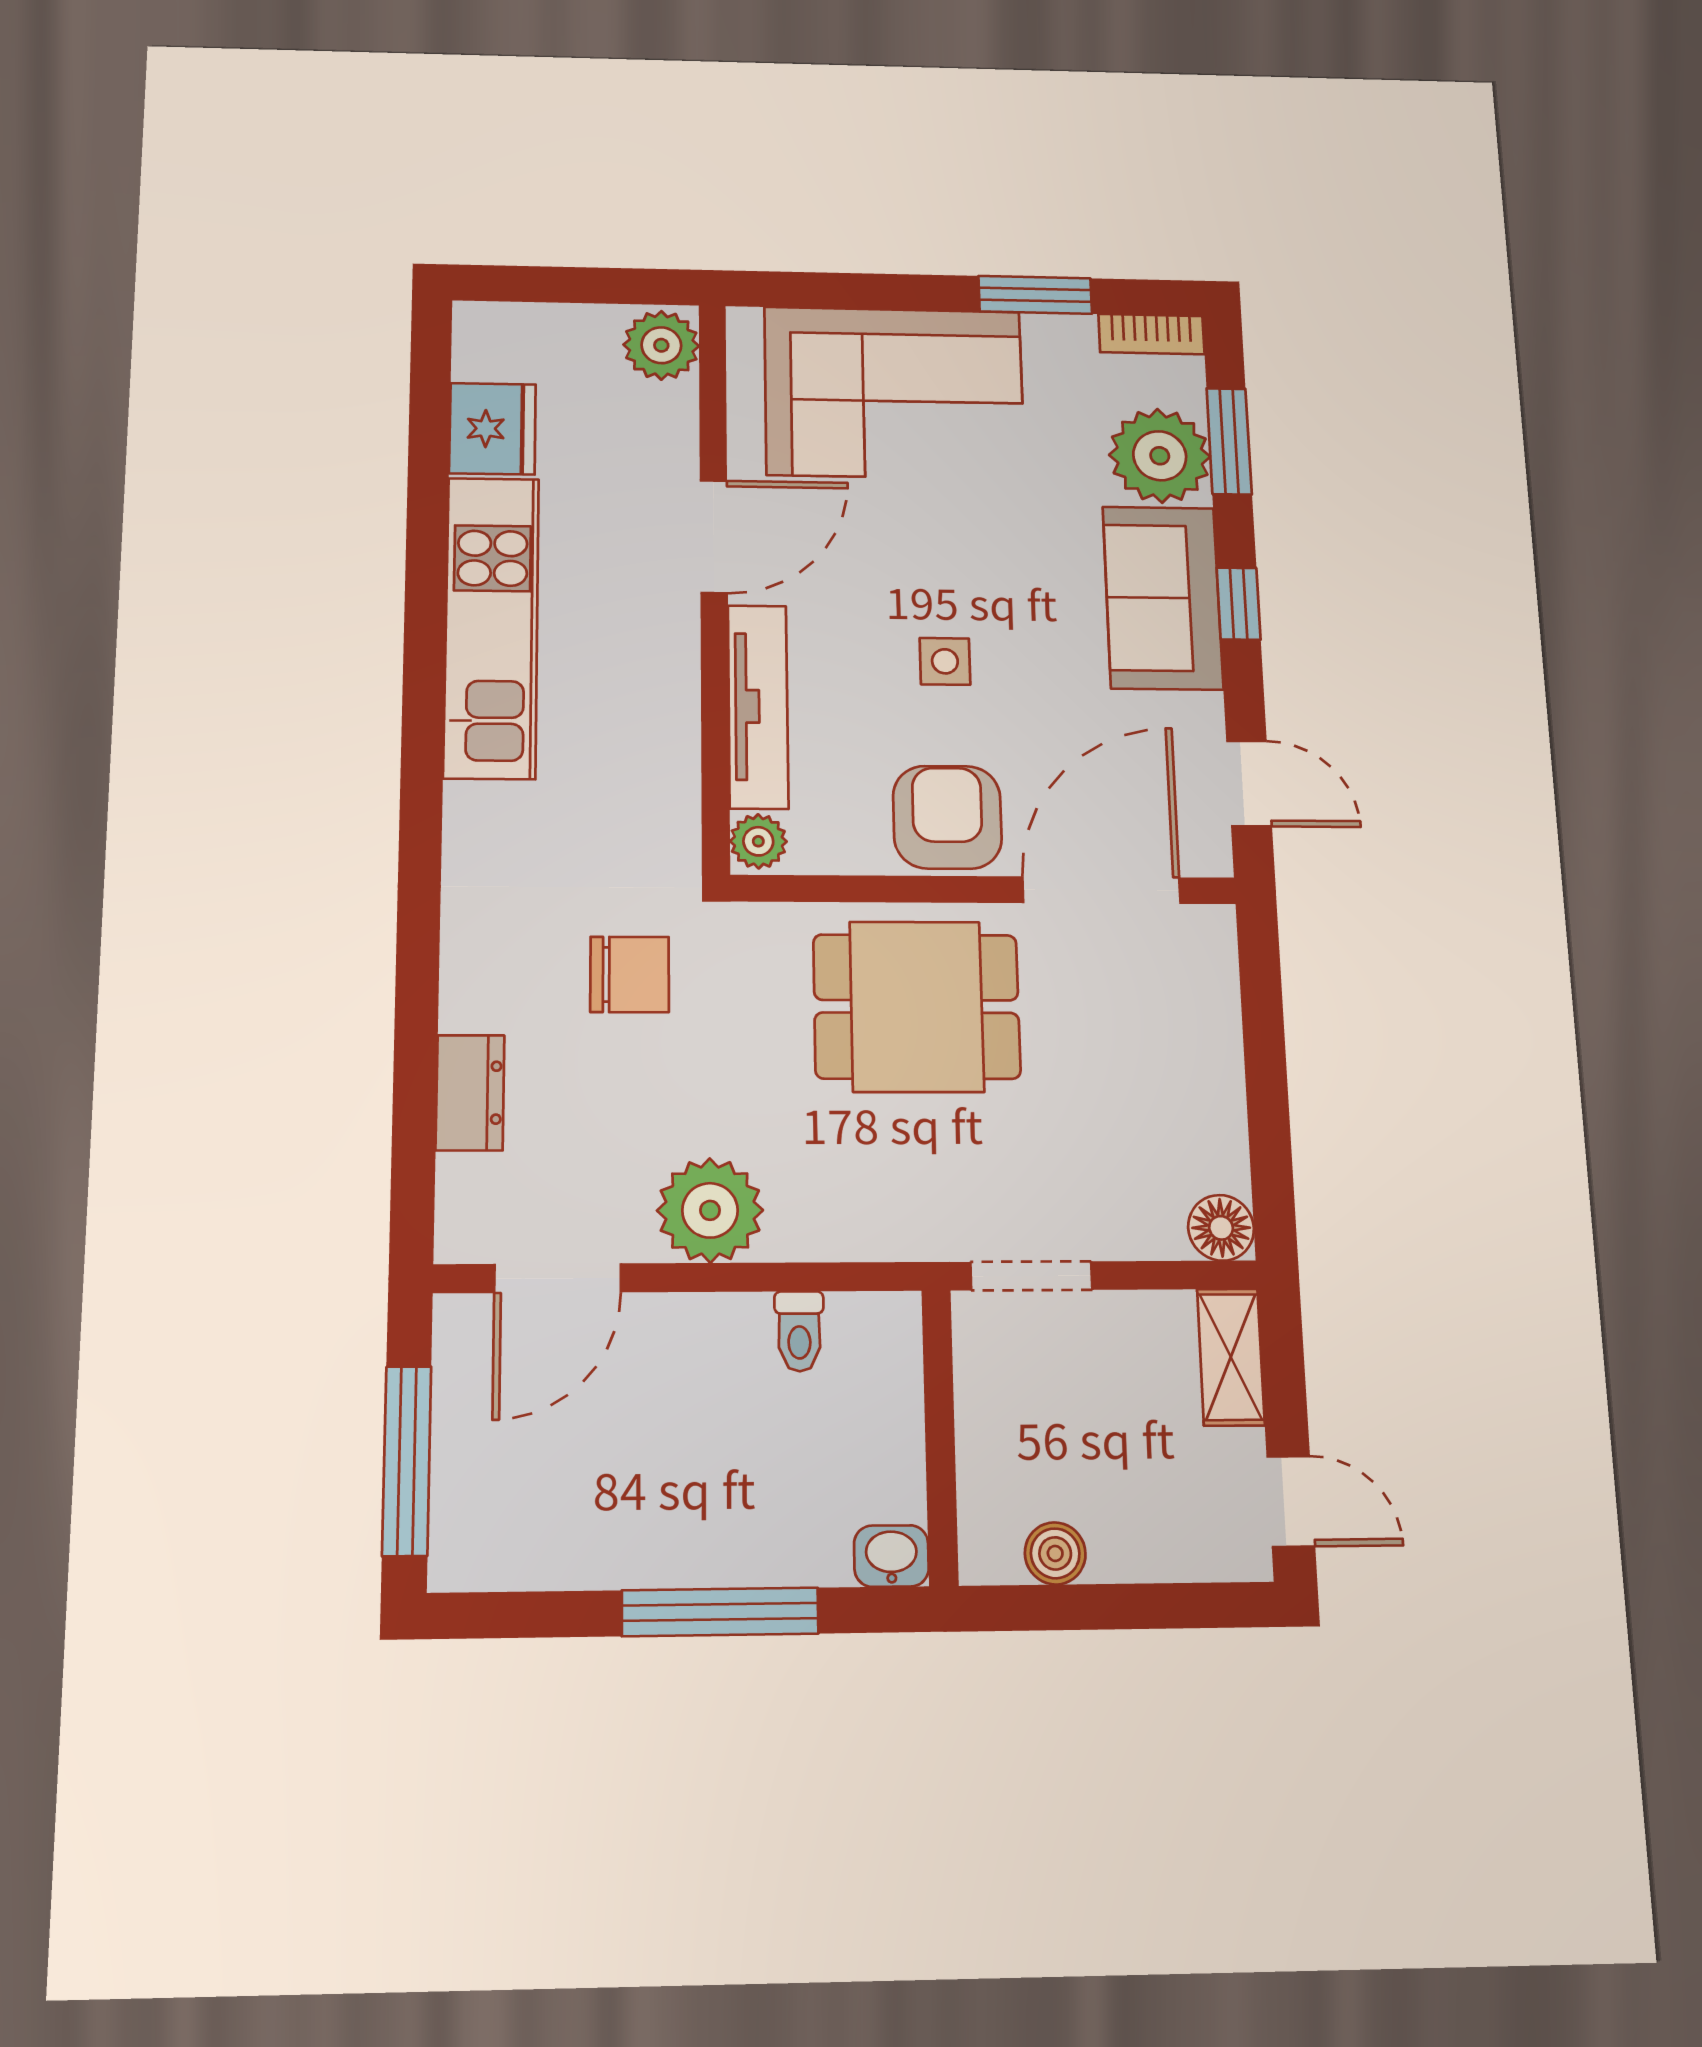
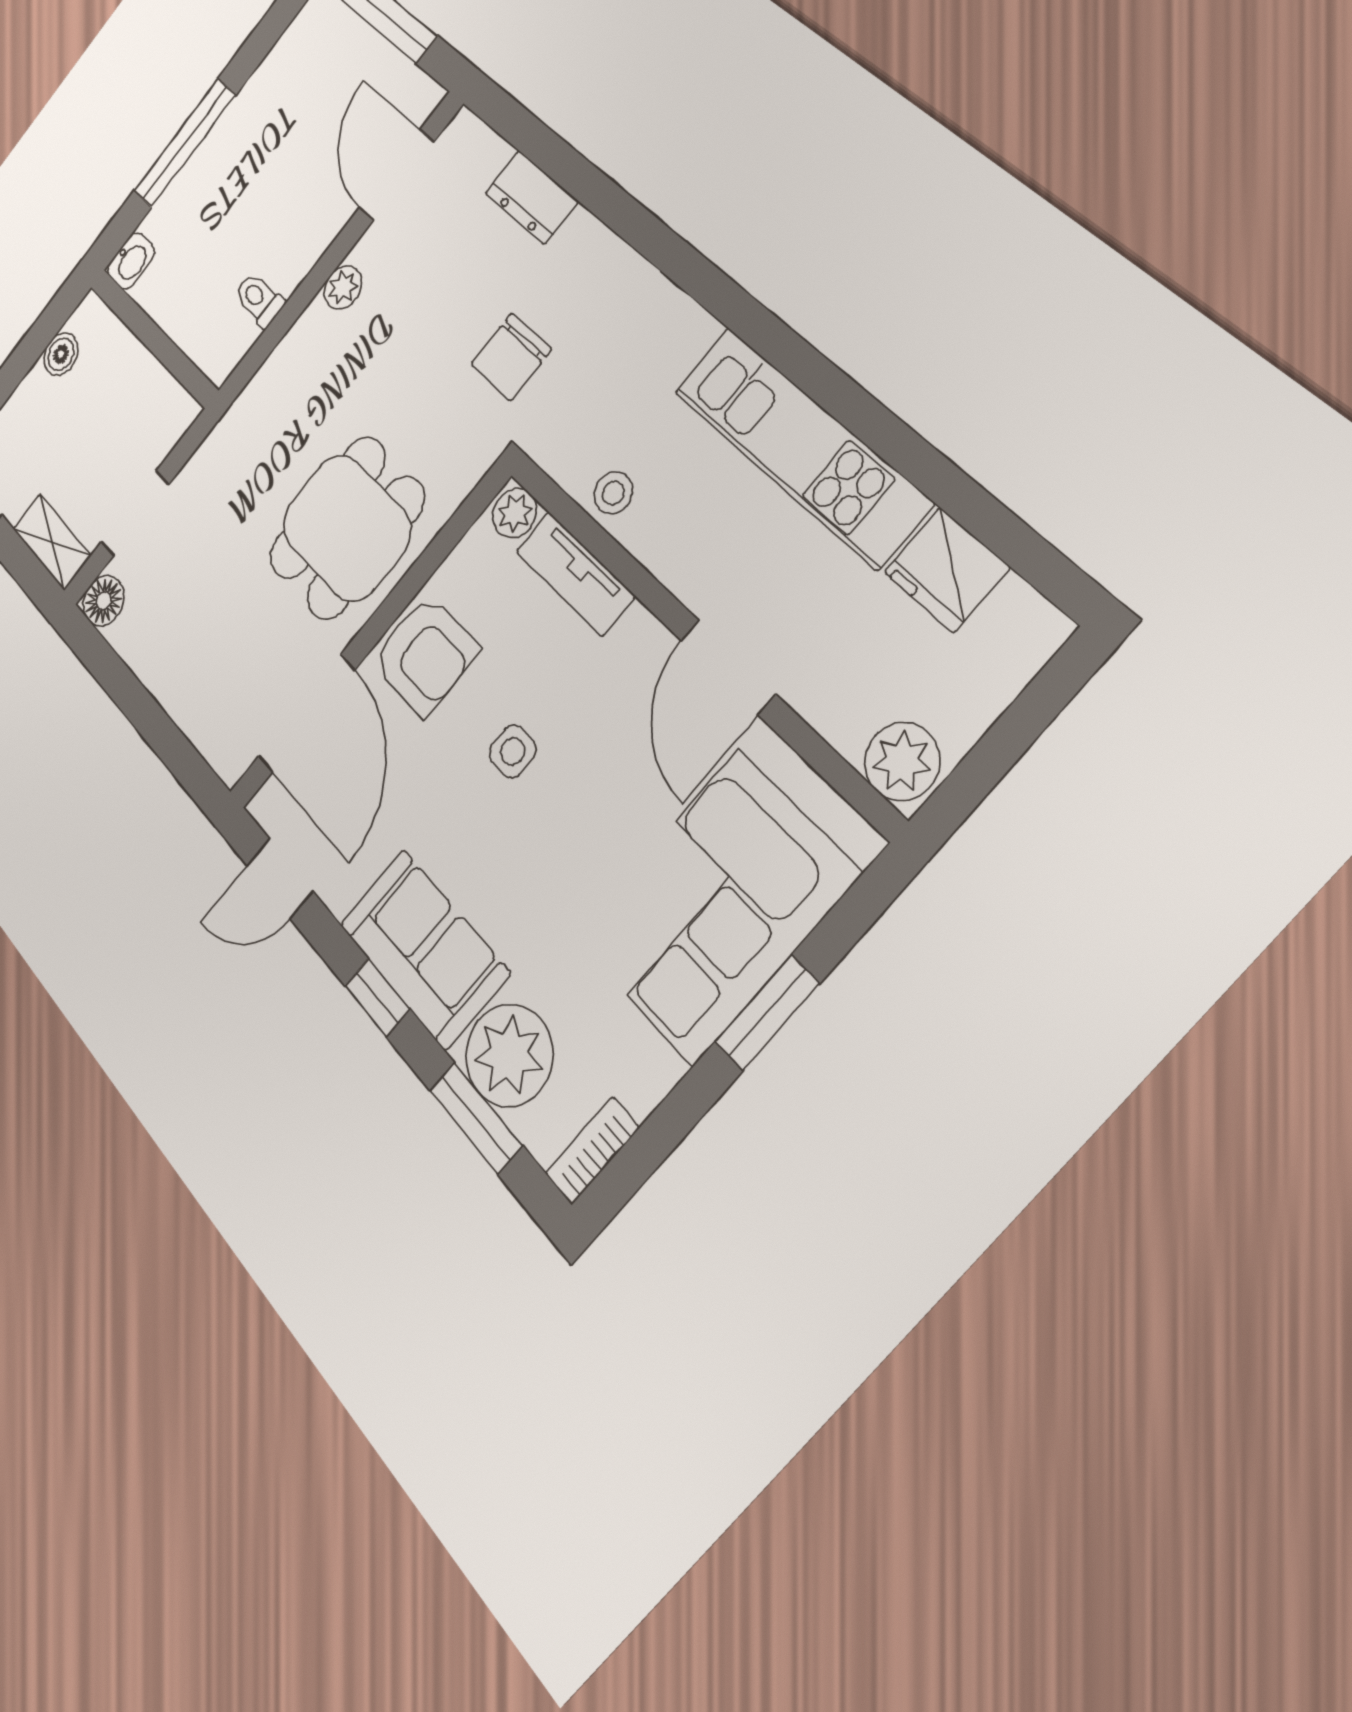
window: (1035, 295) -> (767, 1013), moved
tv unit: (758, 706) -> (575, 574), width x0.71
stool: (664, 761) -> (613, 493), added
plant: (710, 1210) -> (343, 287), width x0.53, depth x0.53
doorway: (1031, 1276) -> (135, 513), moved

